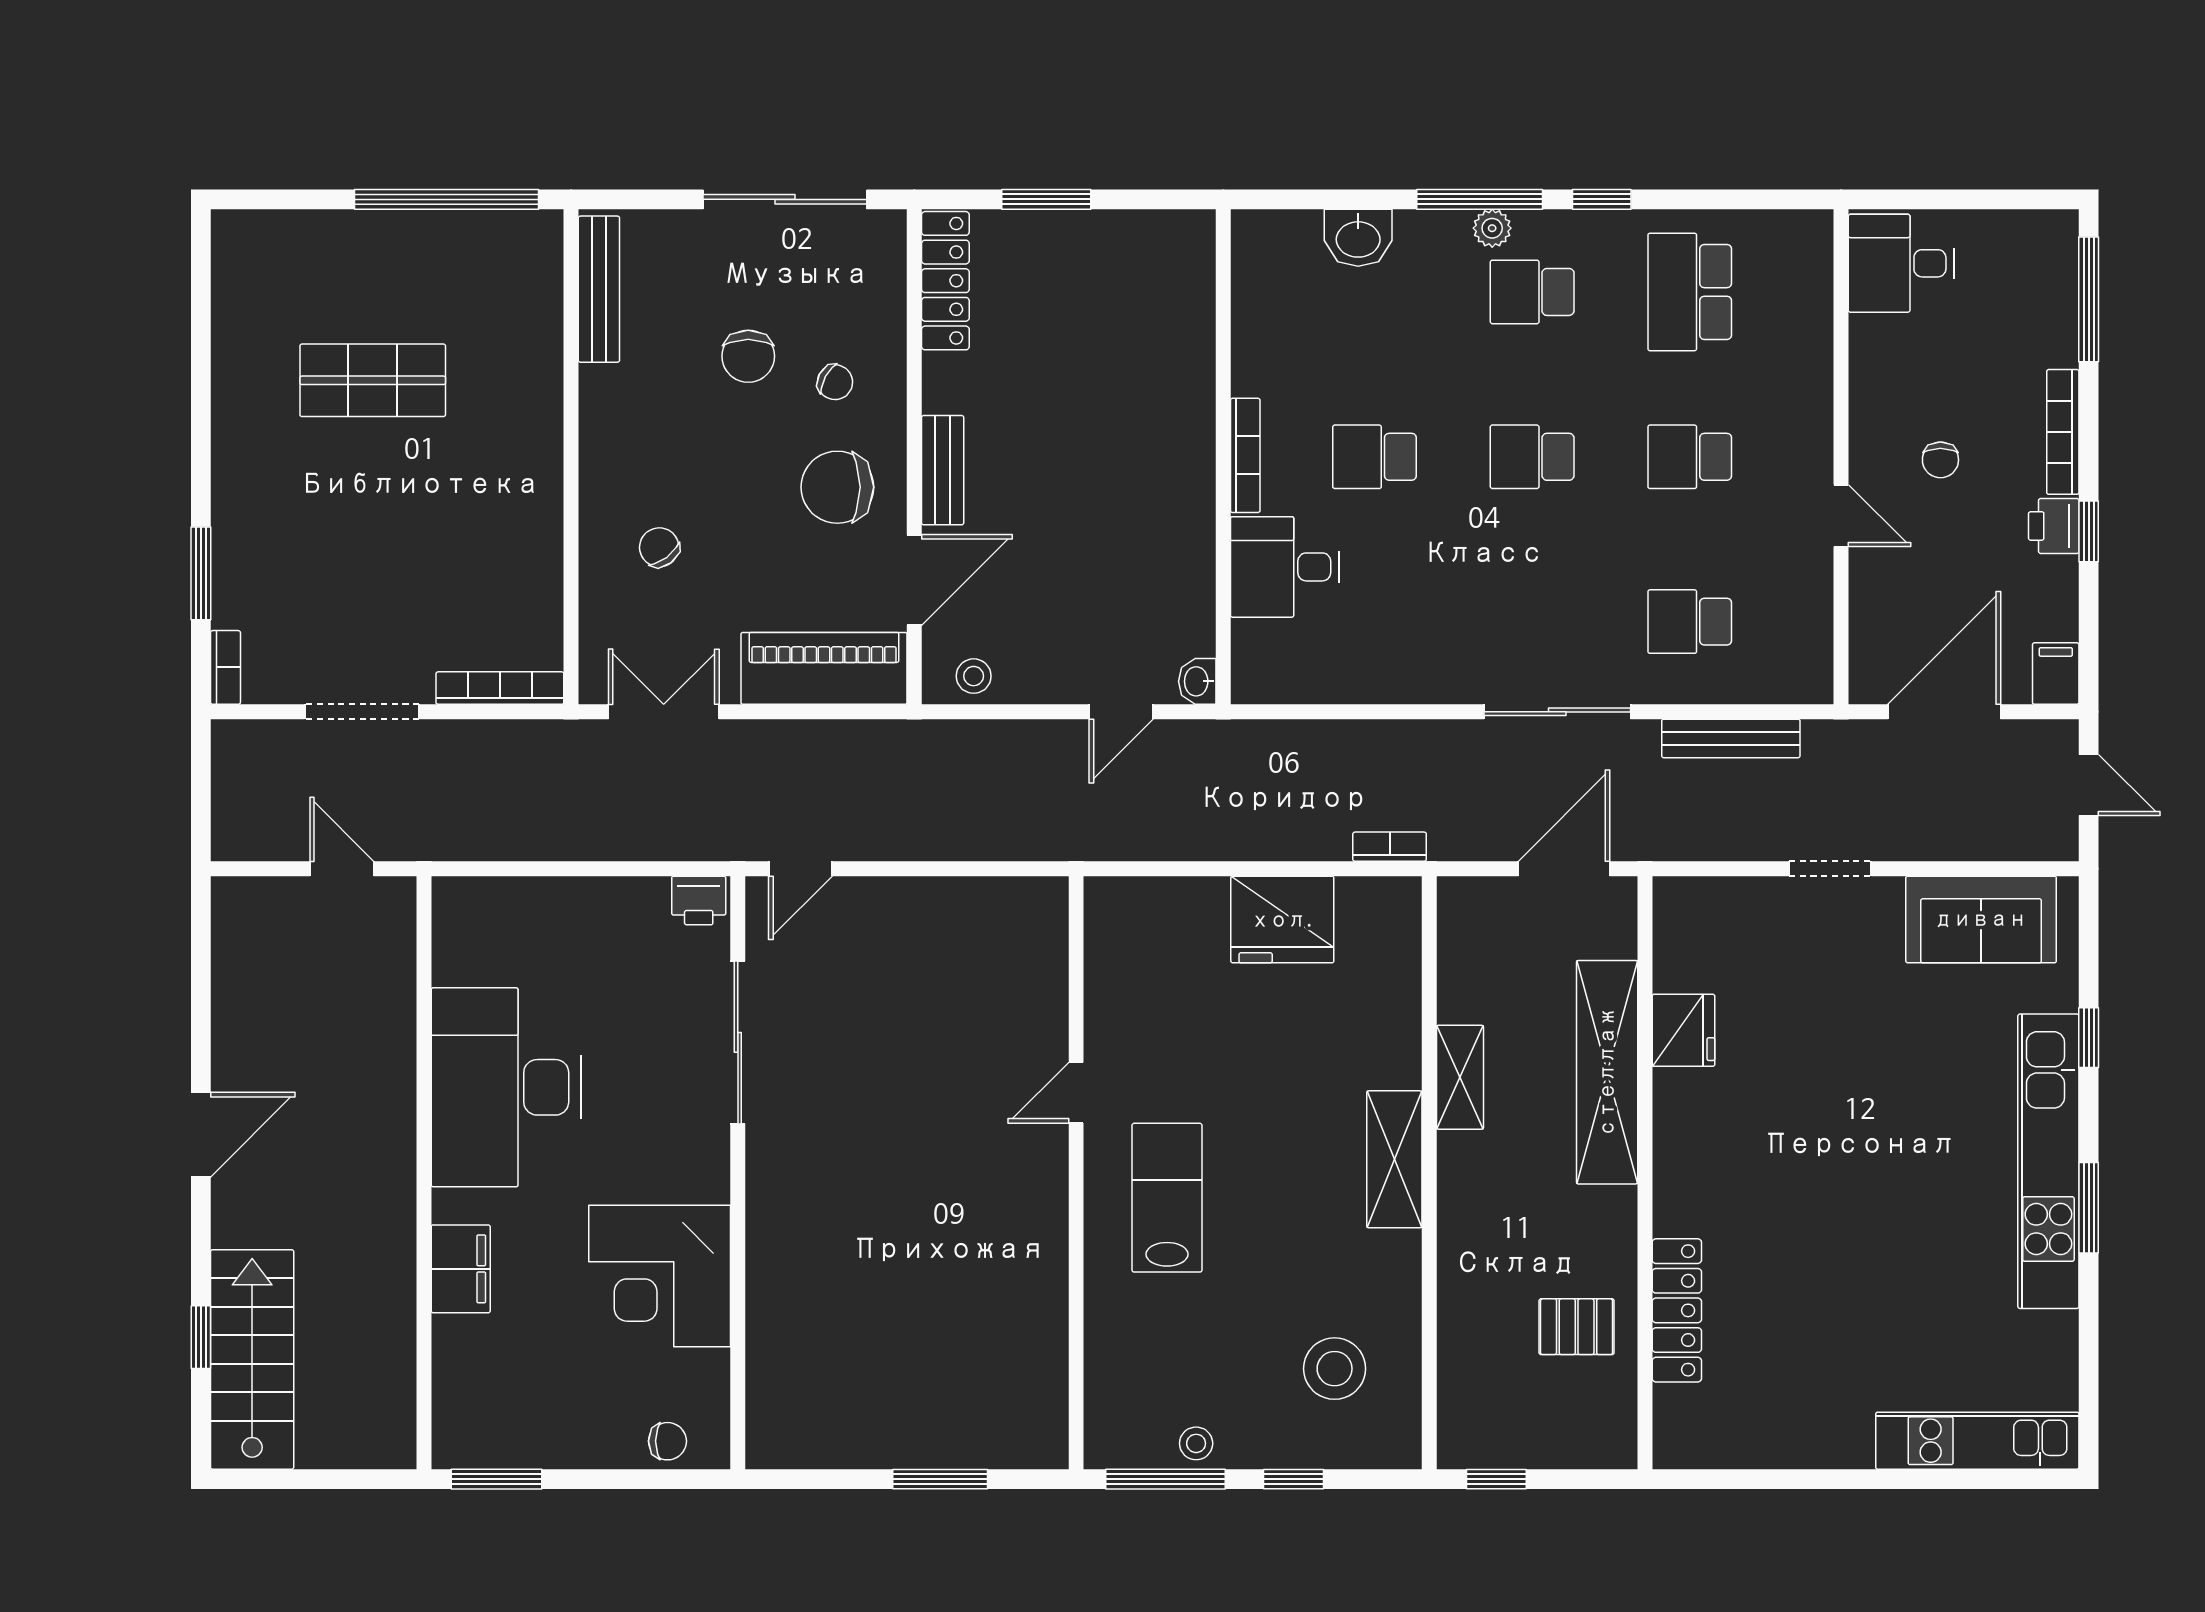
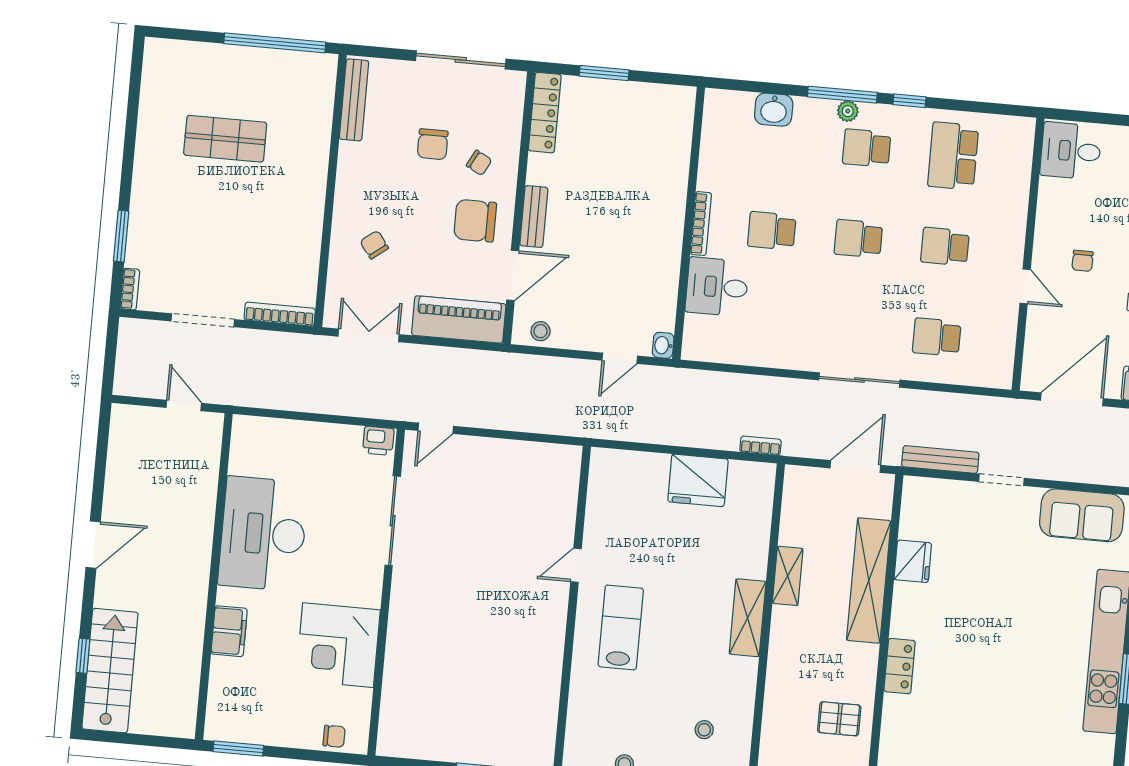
bench: (1731, 738) -> (940, 459), moved
locker: (1677, 1310) -> (900, 666), moved, width x0.66
stool: (1335, 1369) -> (704, 730), width x0.53, depth x0.53

